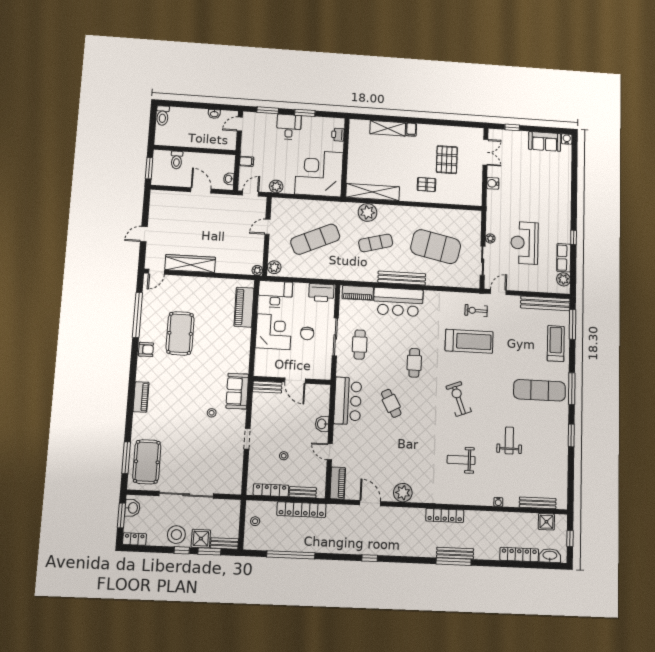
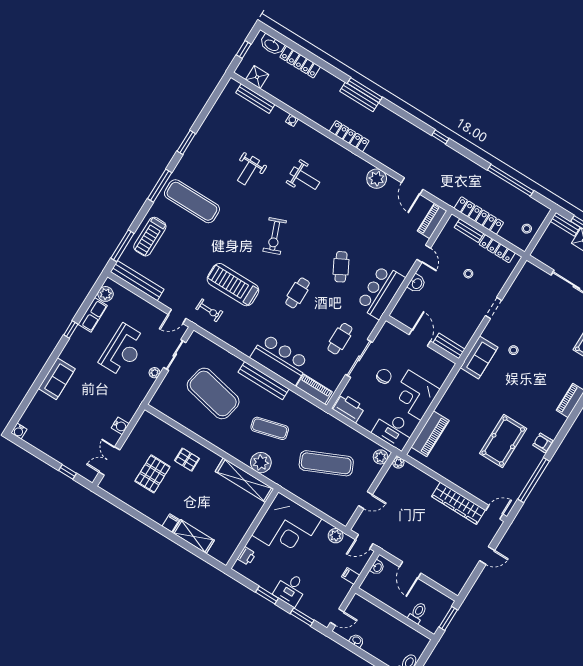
sofa: (545, 141) -> (57, 379), moved, turned 90

